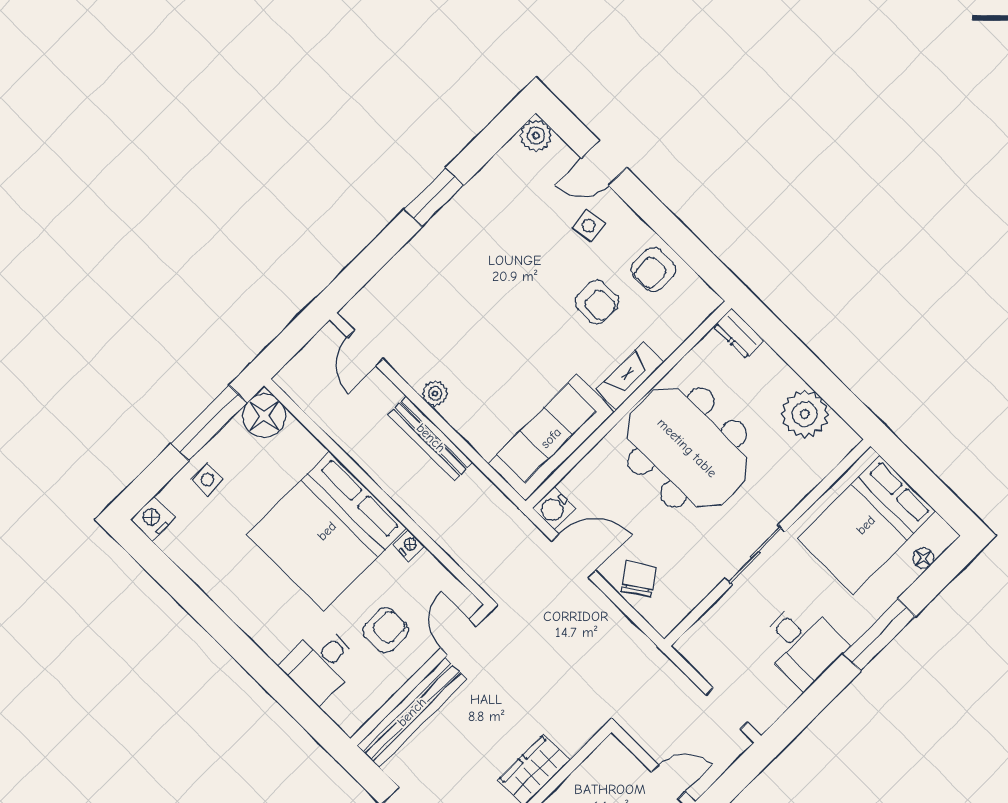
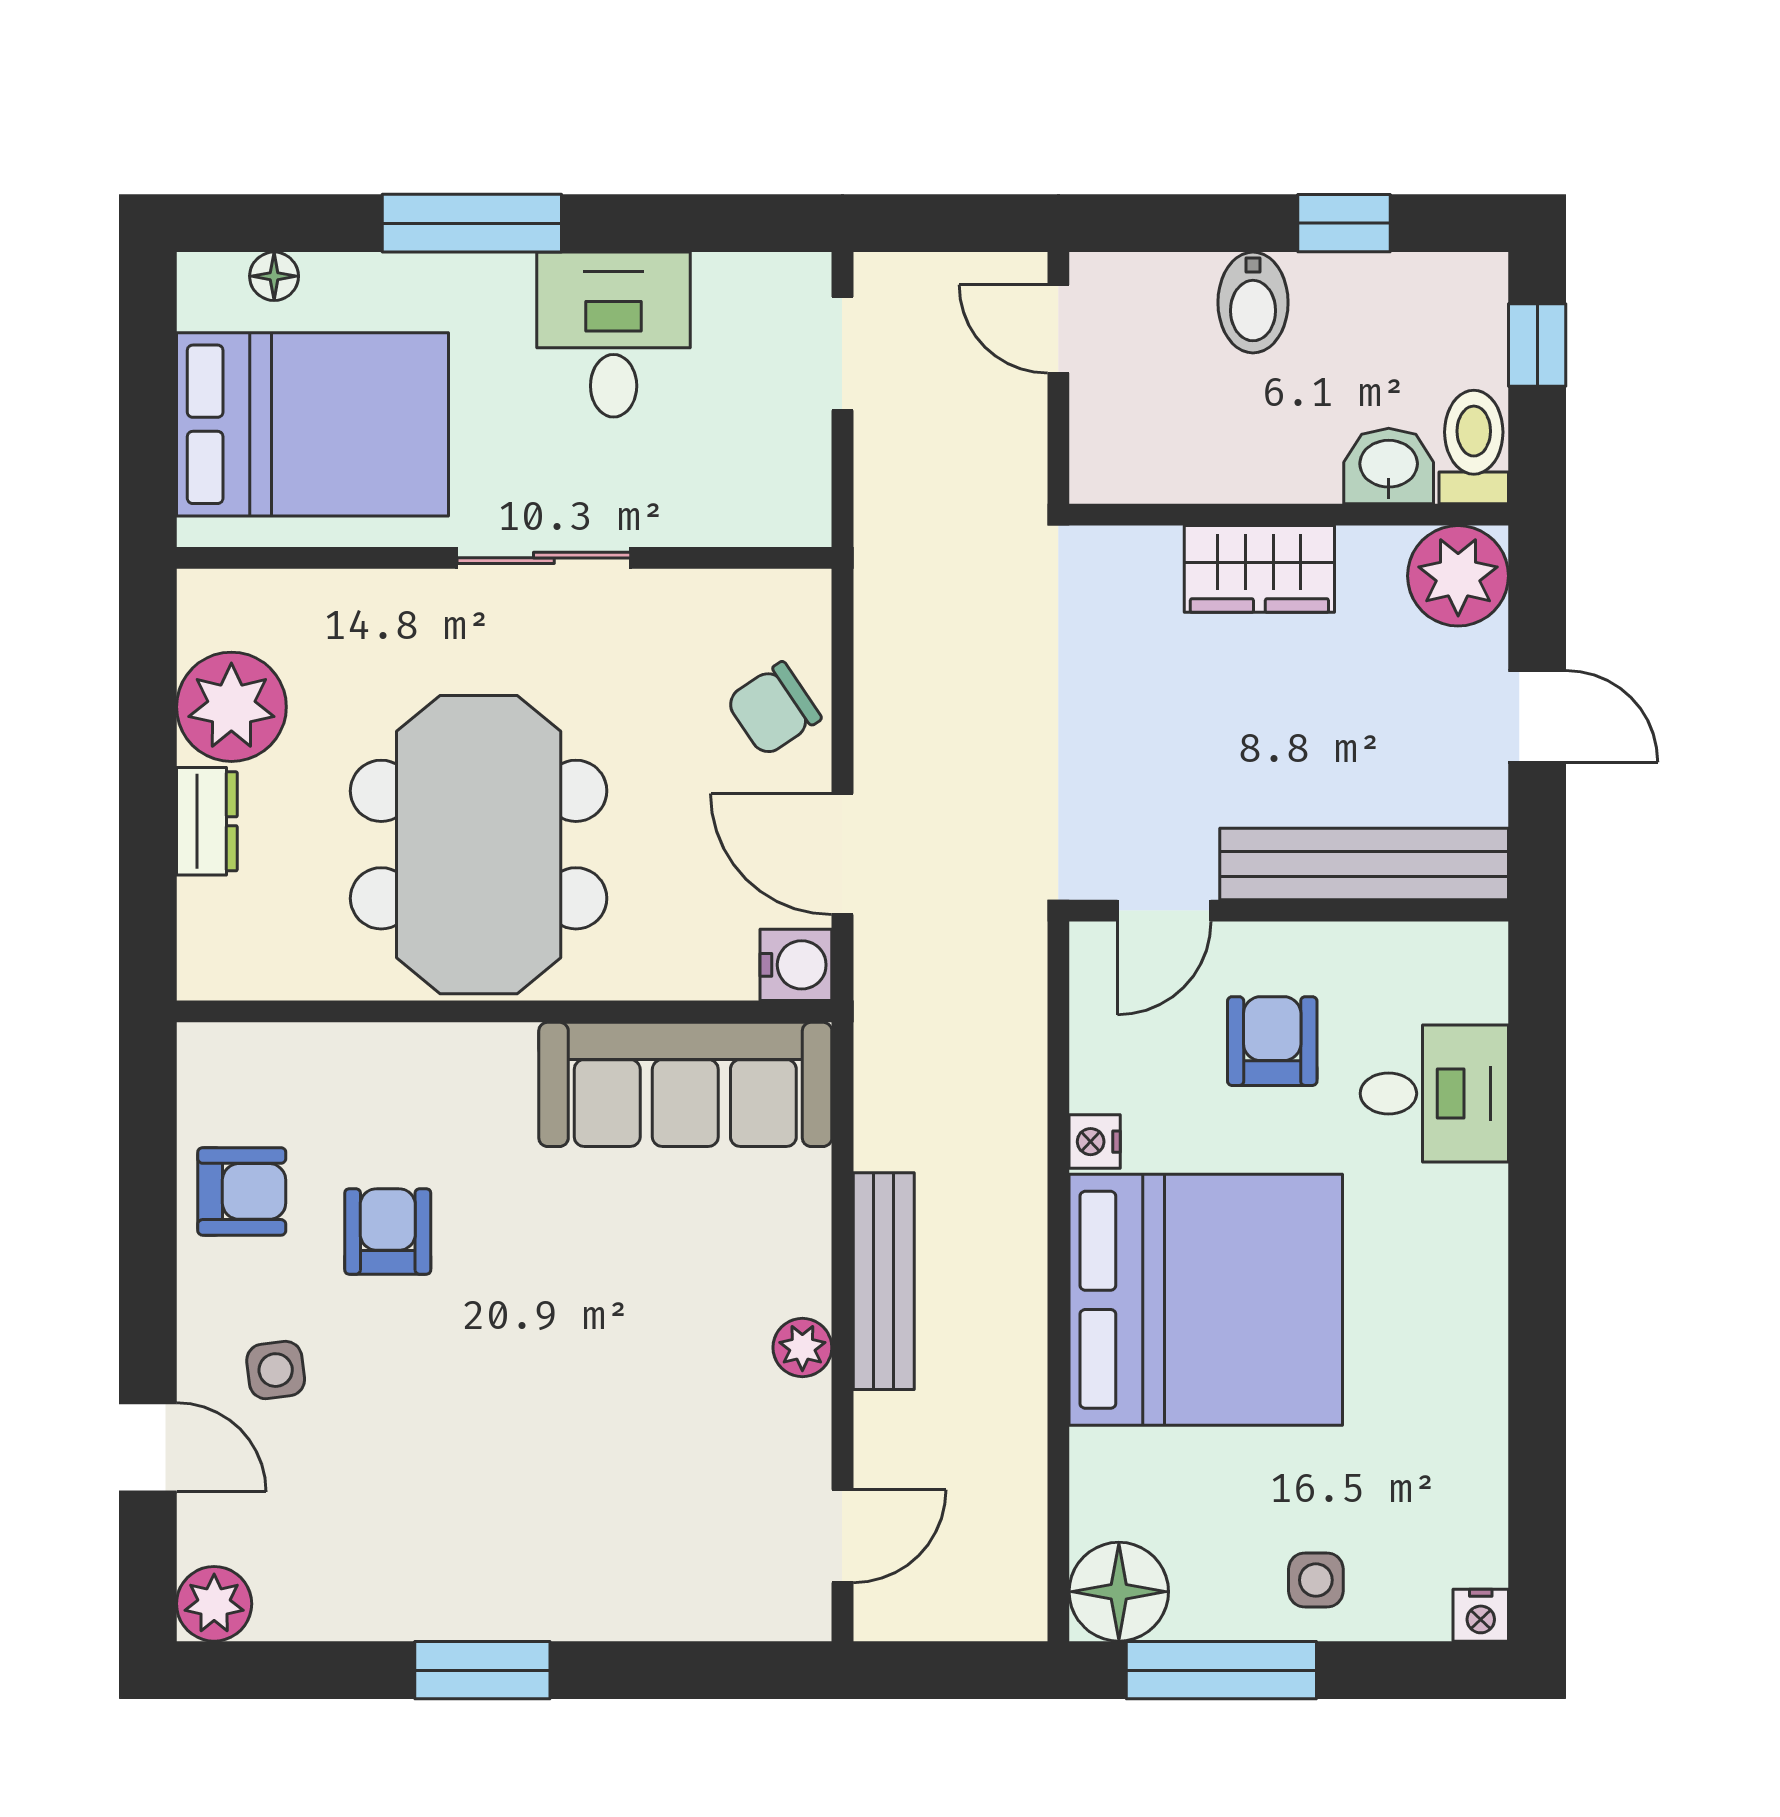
dresser: (739, 333) -> (207, 821), moved
fireplace: (630, 376) -> (455, 1056), removed
nightstand: (153, 519) -> (1481, 1615), width x0.72, depth x0.74
armchair: (386, 630) -> (1272, 1041), turned 90

